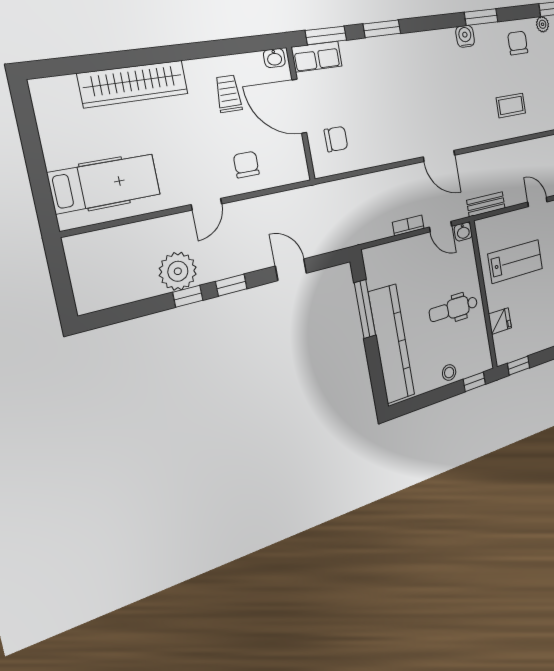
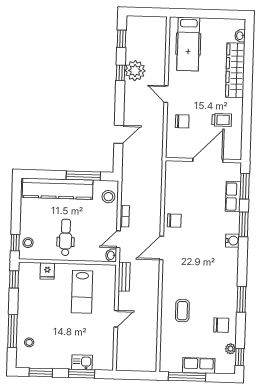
water cooler: (465, 36) -> (232, 241), moved
row of seats: (317, 57) -> (233, 197), moved
washbasin: (274, 58) -> (240, 36), moved
chair: (336, 139) -> (174, 221), moved, turned -90
stool: (386, 259) -> (108, 197), added
window: (231, 285) -> (122, 39), moved
stool: (449, 373) -> (28, 243), moved

